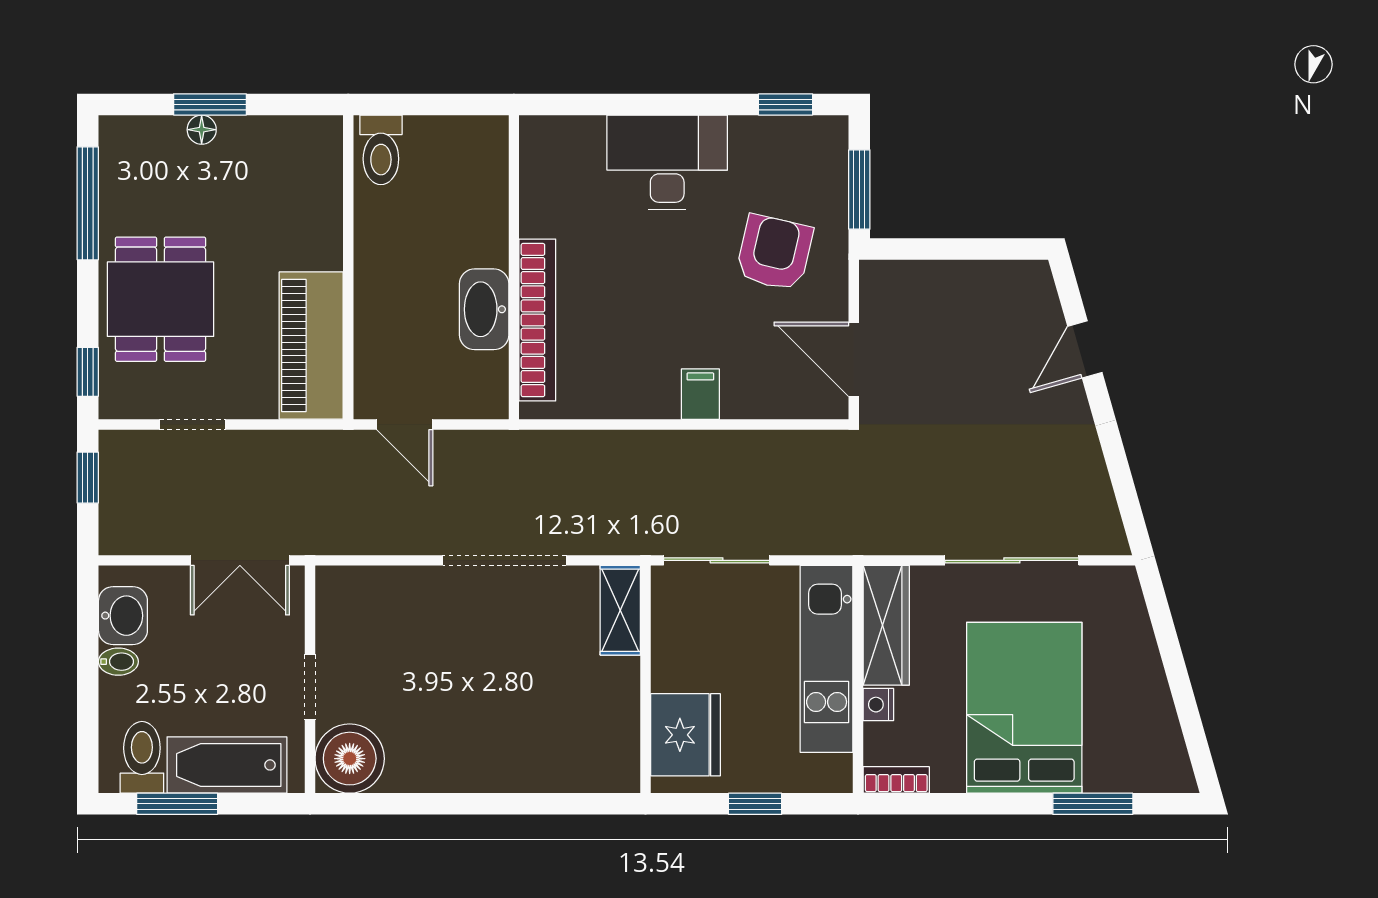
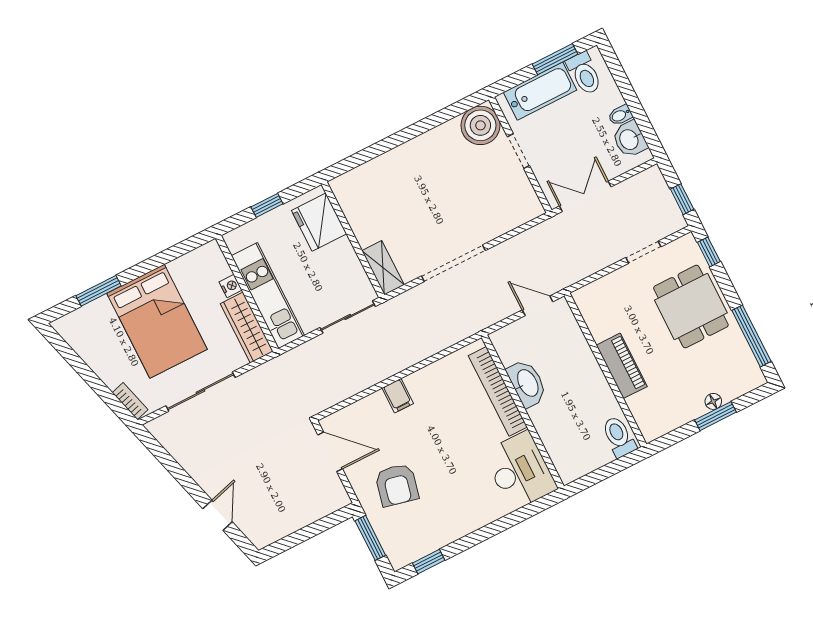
desk: (667, 162) -> (520, 471), moved, turned -90
piano: (311, 346) -> (622, 366), moved, width x0.73, depth x0.75
bookcase: (896, 780) -> (130, 401), moved, turned -106

